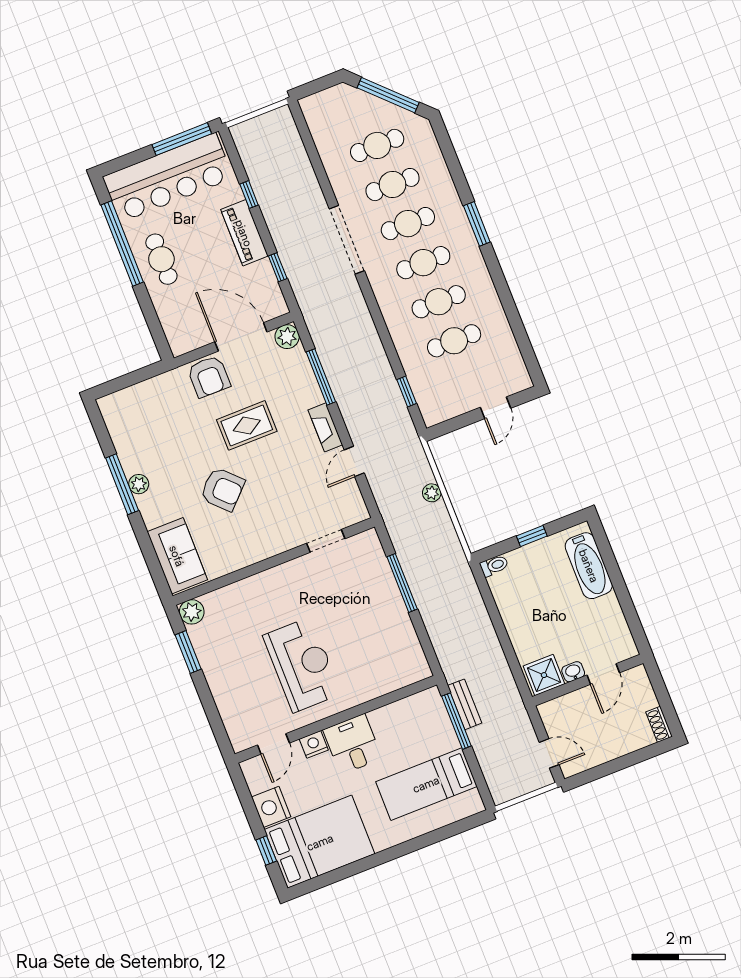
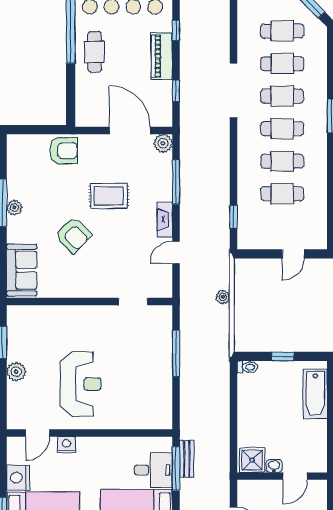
armchair: (209, 376) -> (64, 151), moved, turned -90
plant: (192, 612) -> (16, 372), moved
desk: (353, 744) -> (153, 470), moved, turned 90

